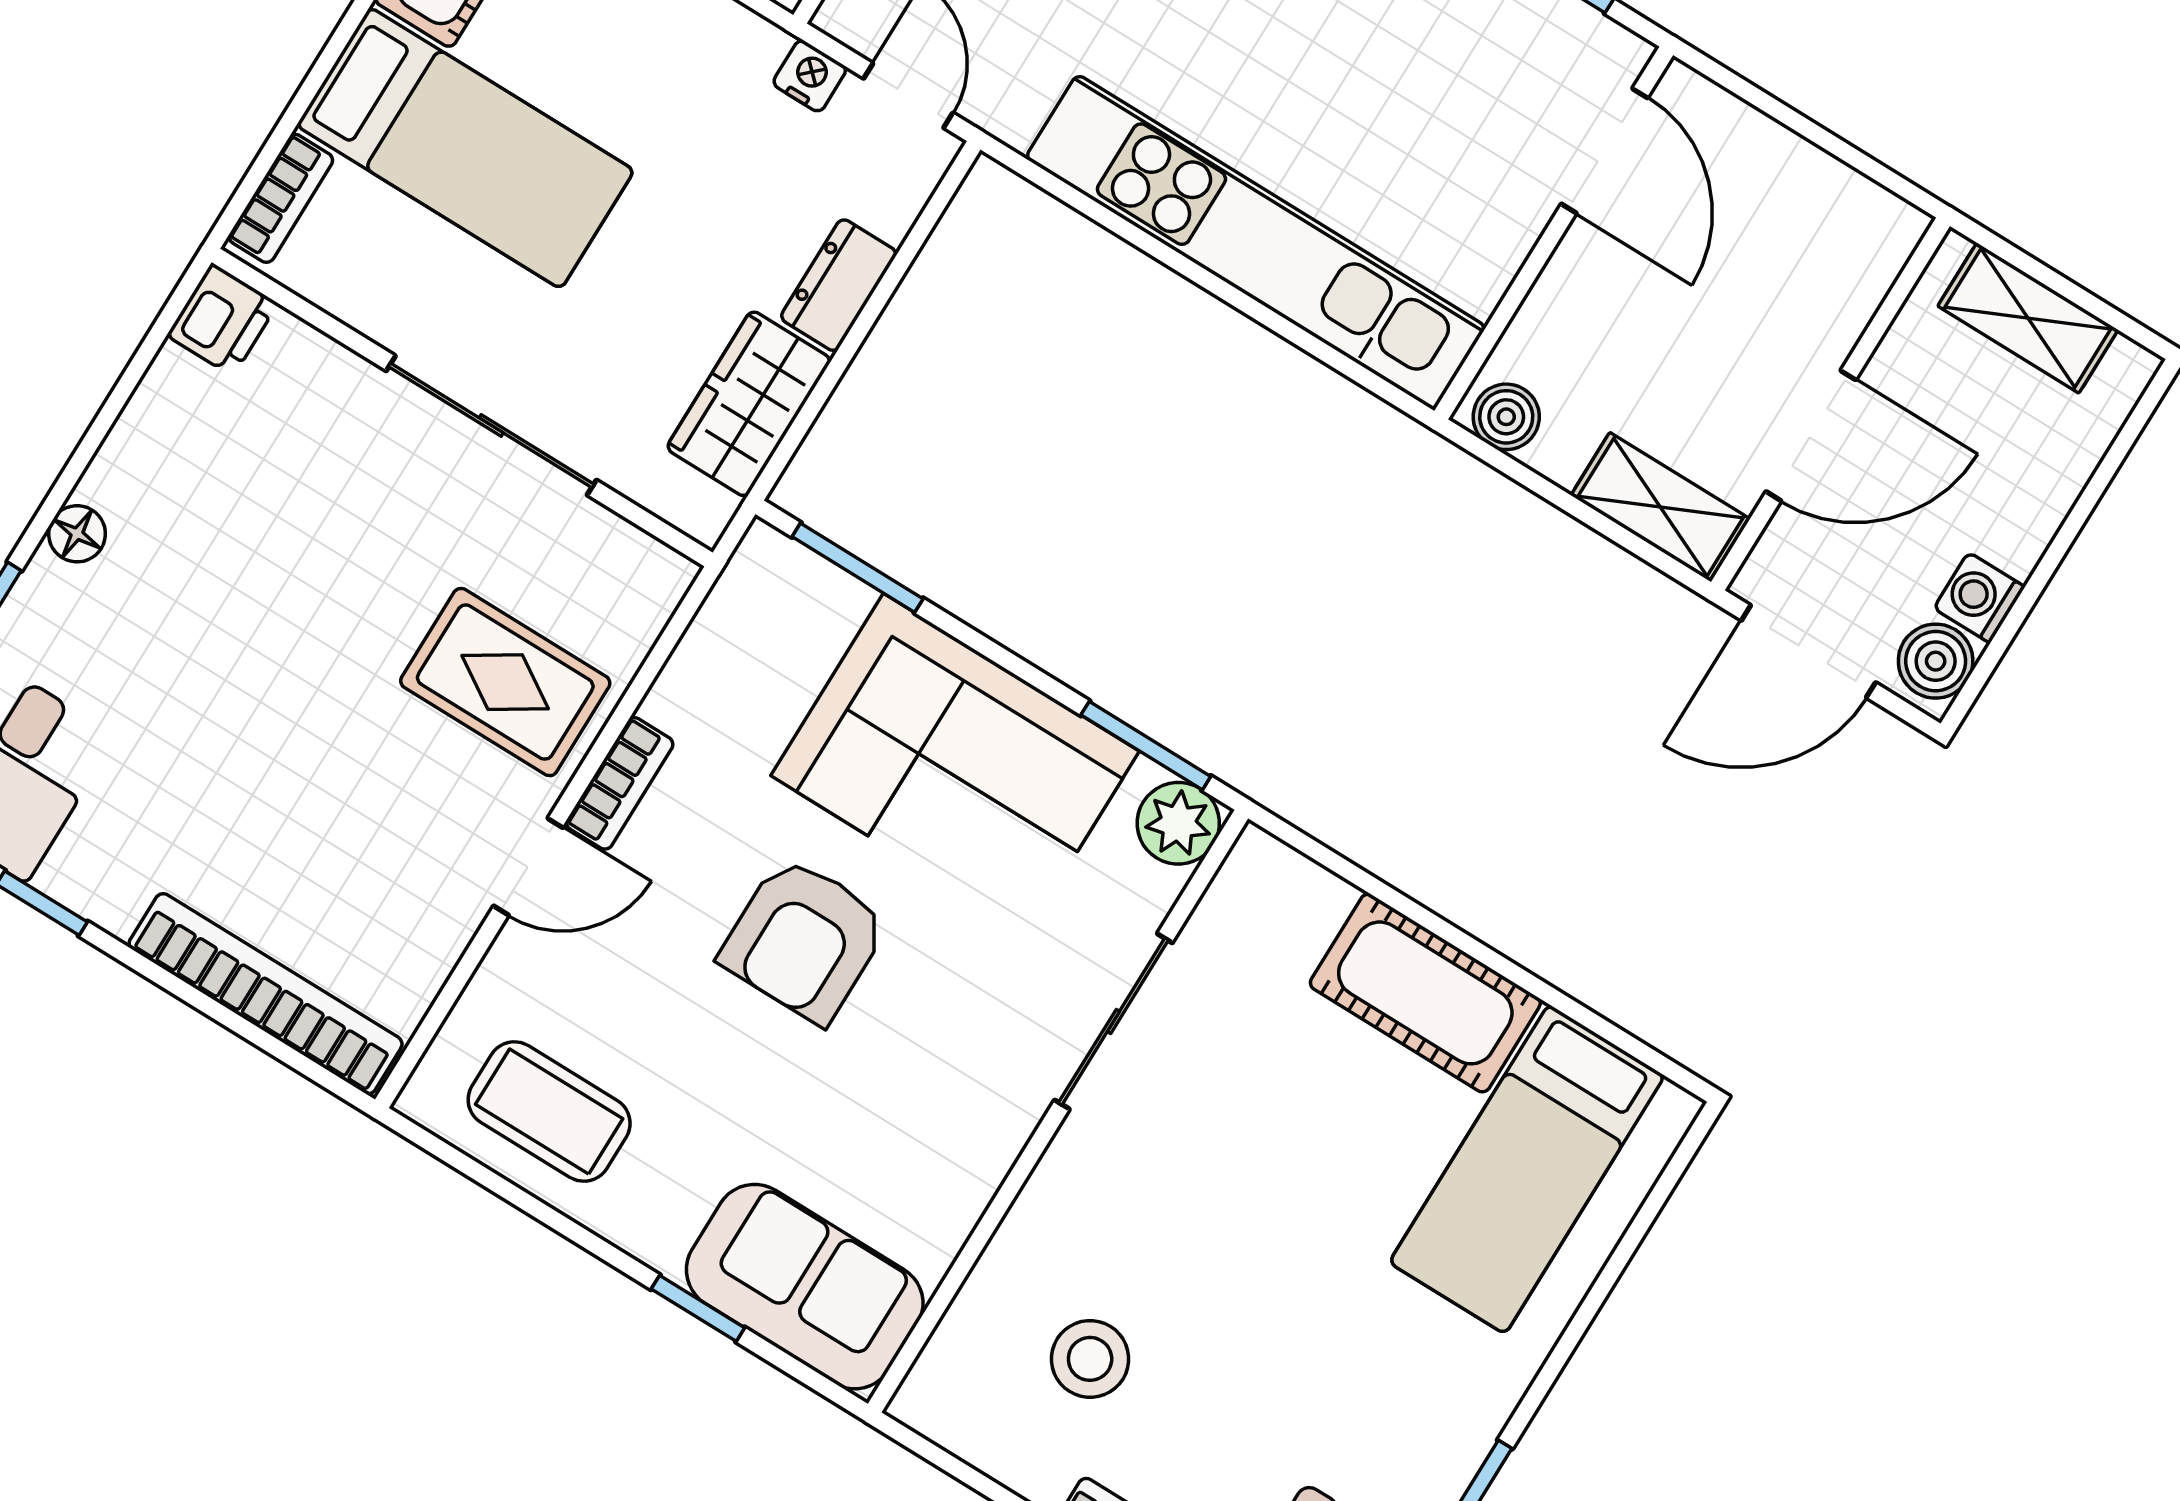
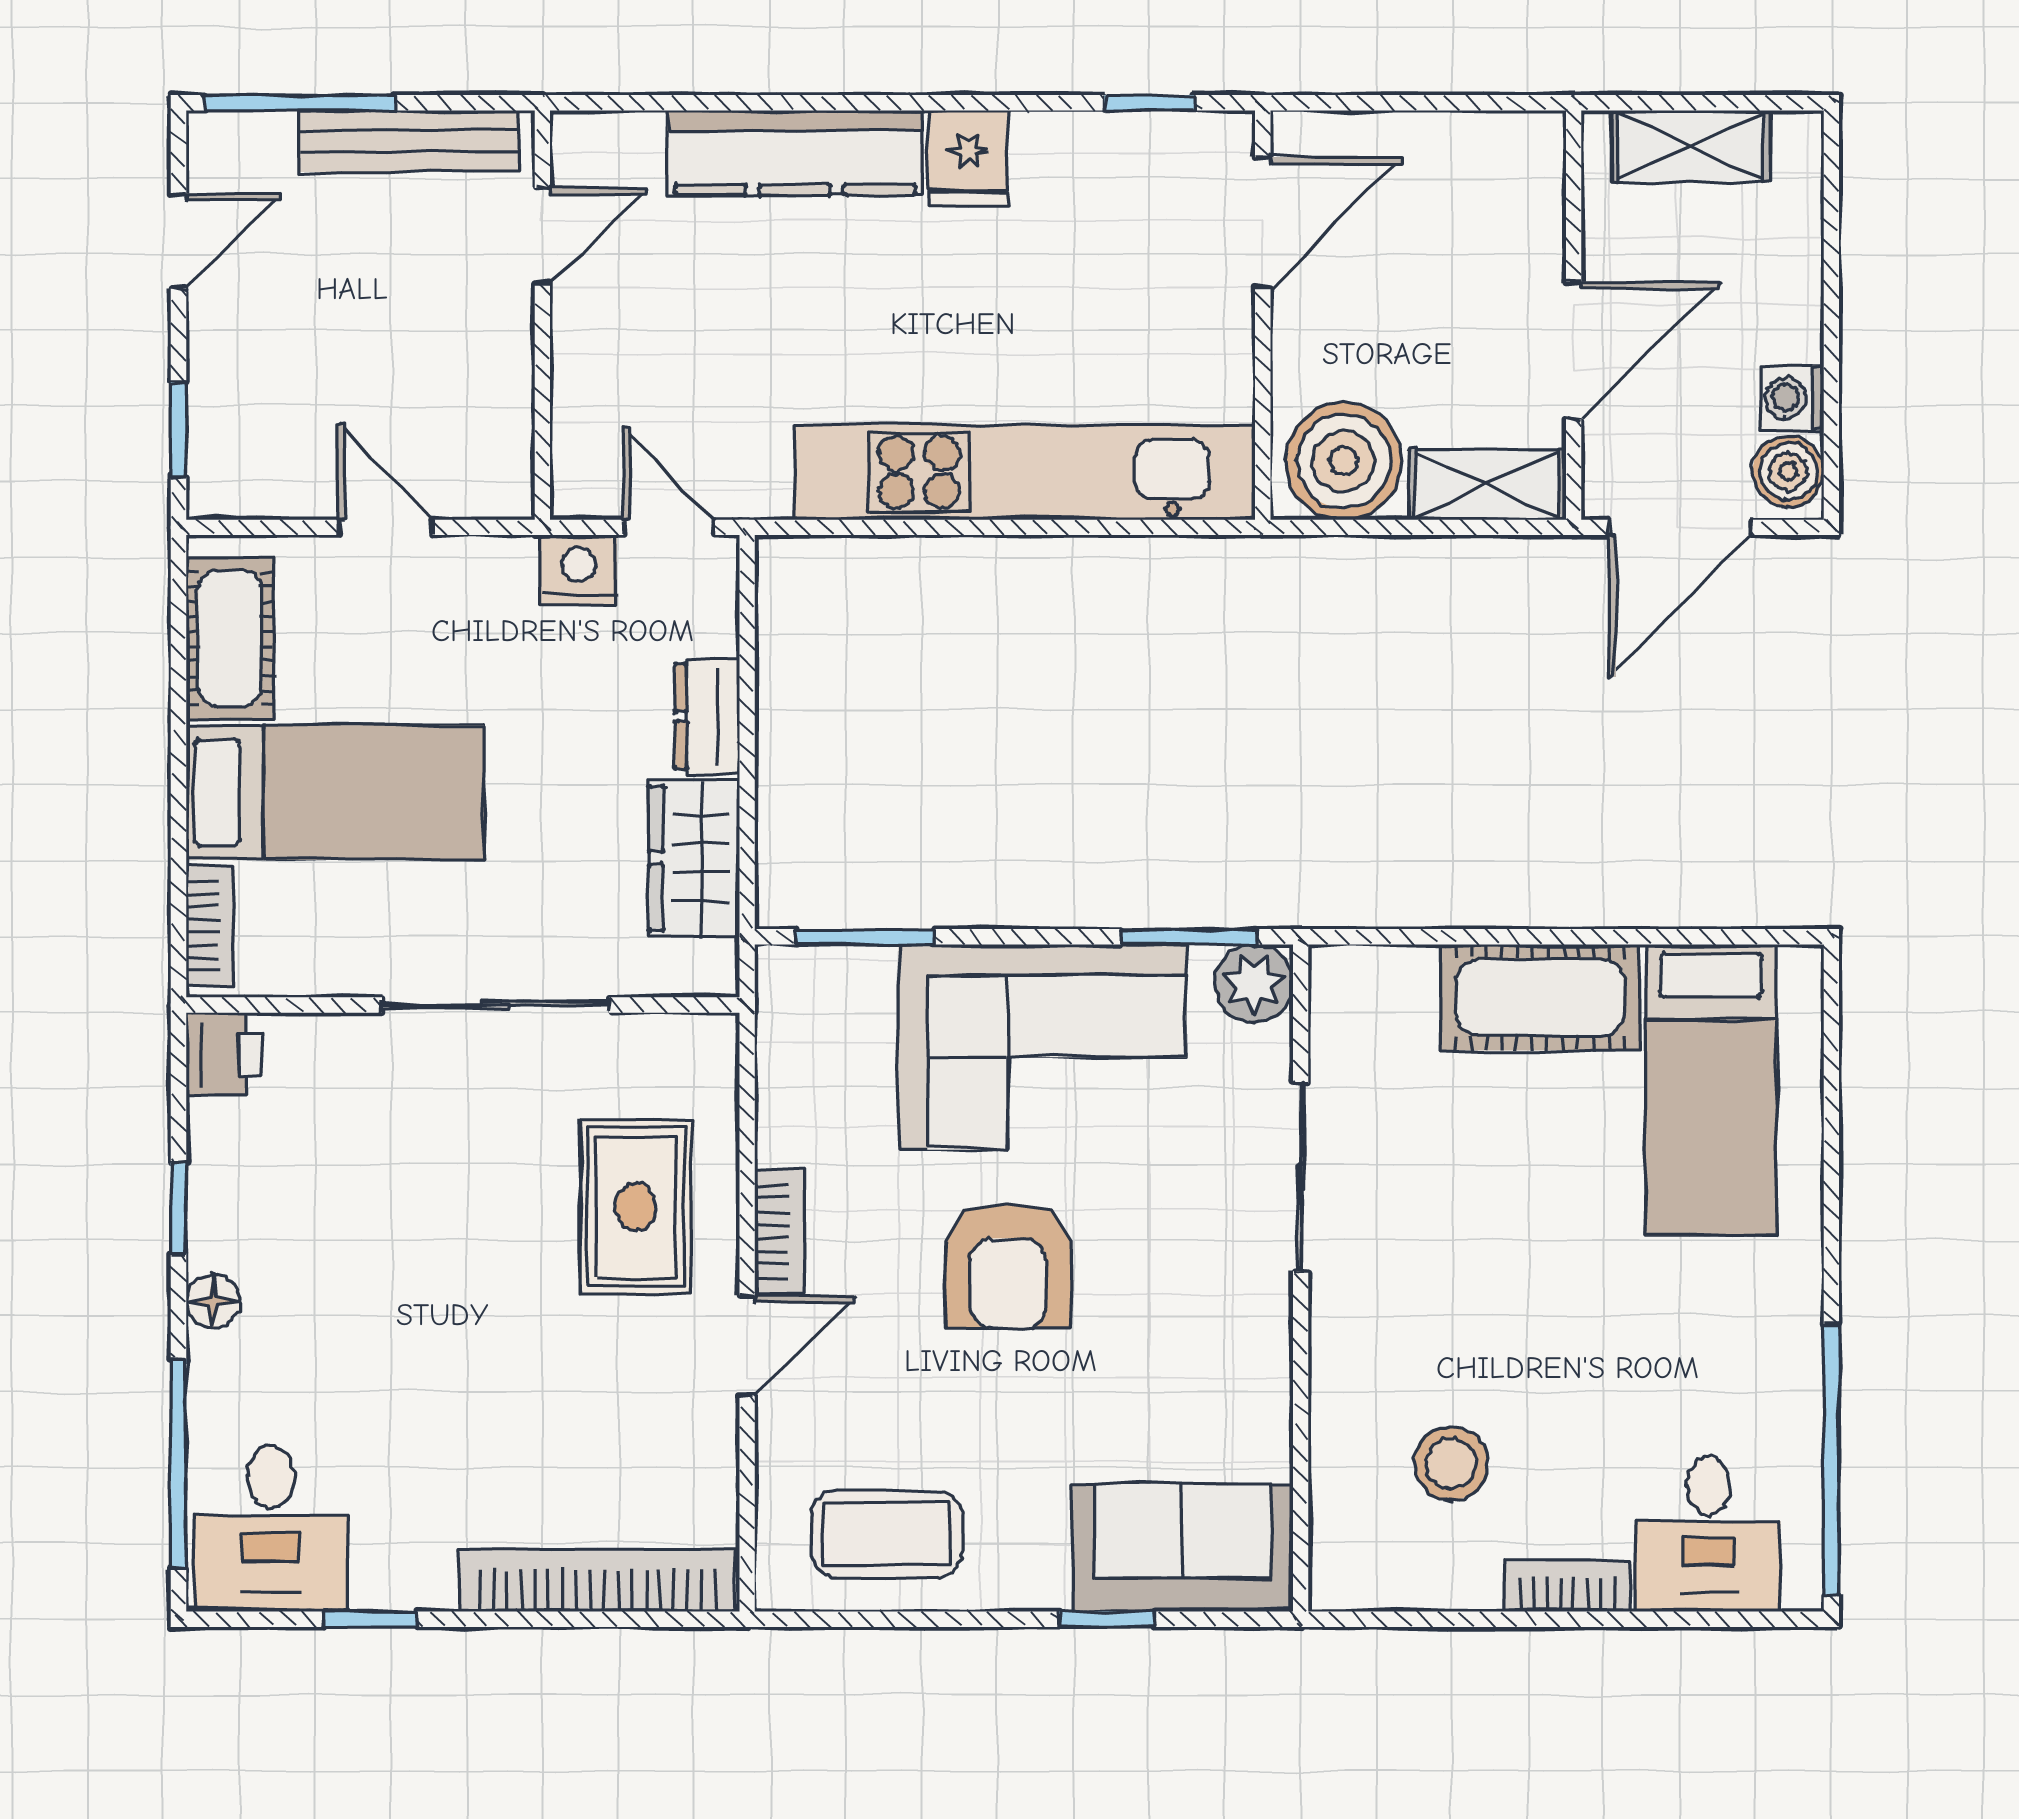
nightstand: (810, 76) -> (579, 570), width x1.39, depth x1.35
door: (1604, 151) -> (1263, 223), hinge flipped
boiler: (1506, 417) -> (1344, 461), width x1.86, depth x1.86
window: (97, 432) -> (178, 1208), added
rug: (505, 682) -> (636, 1207), turned 90

